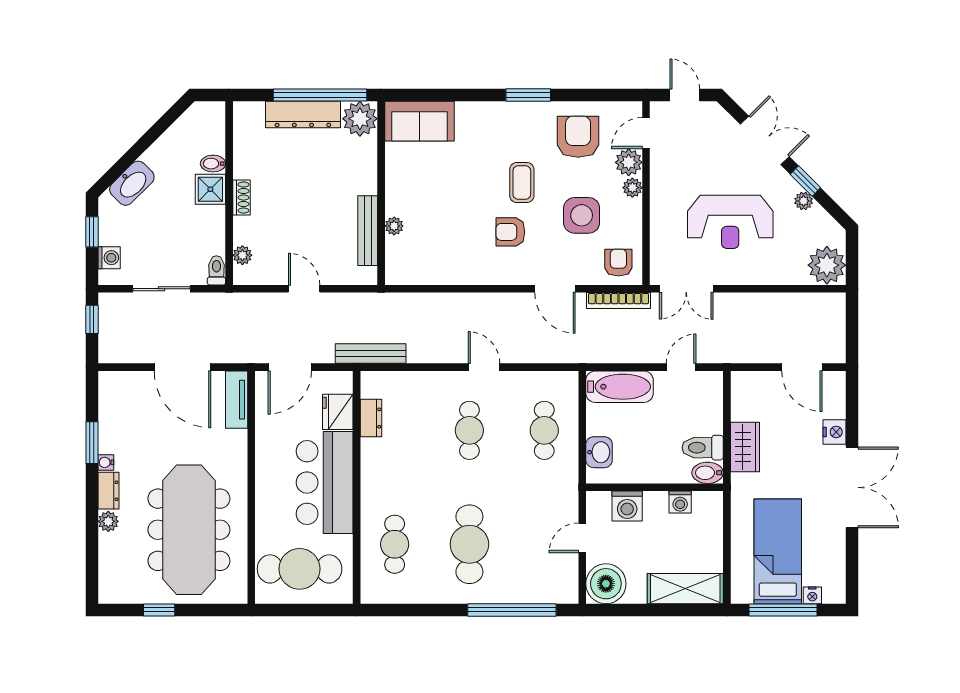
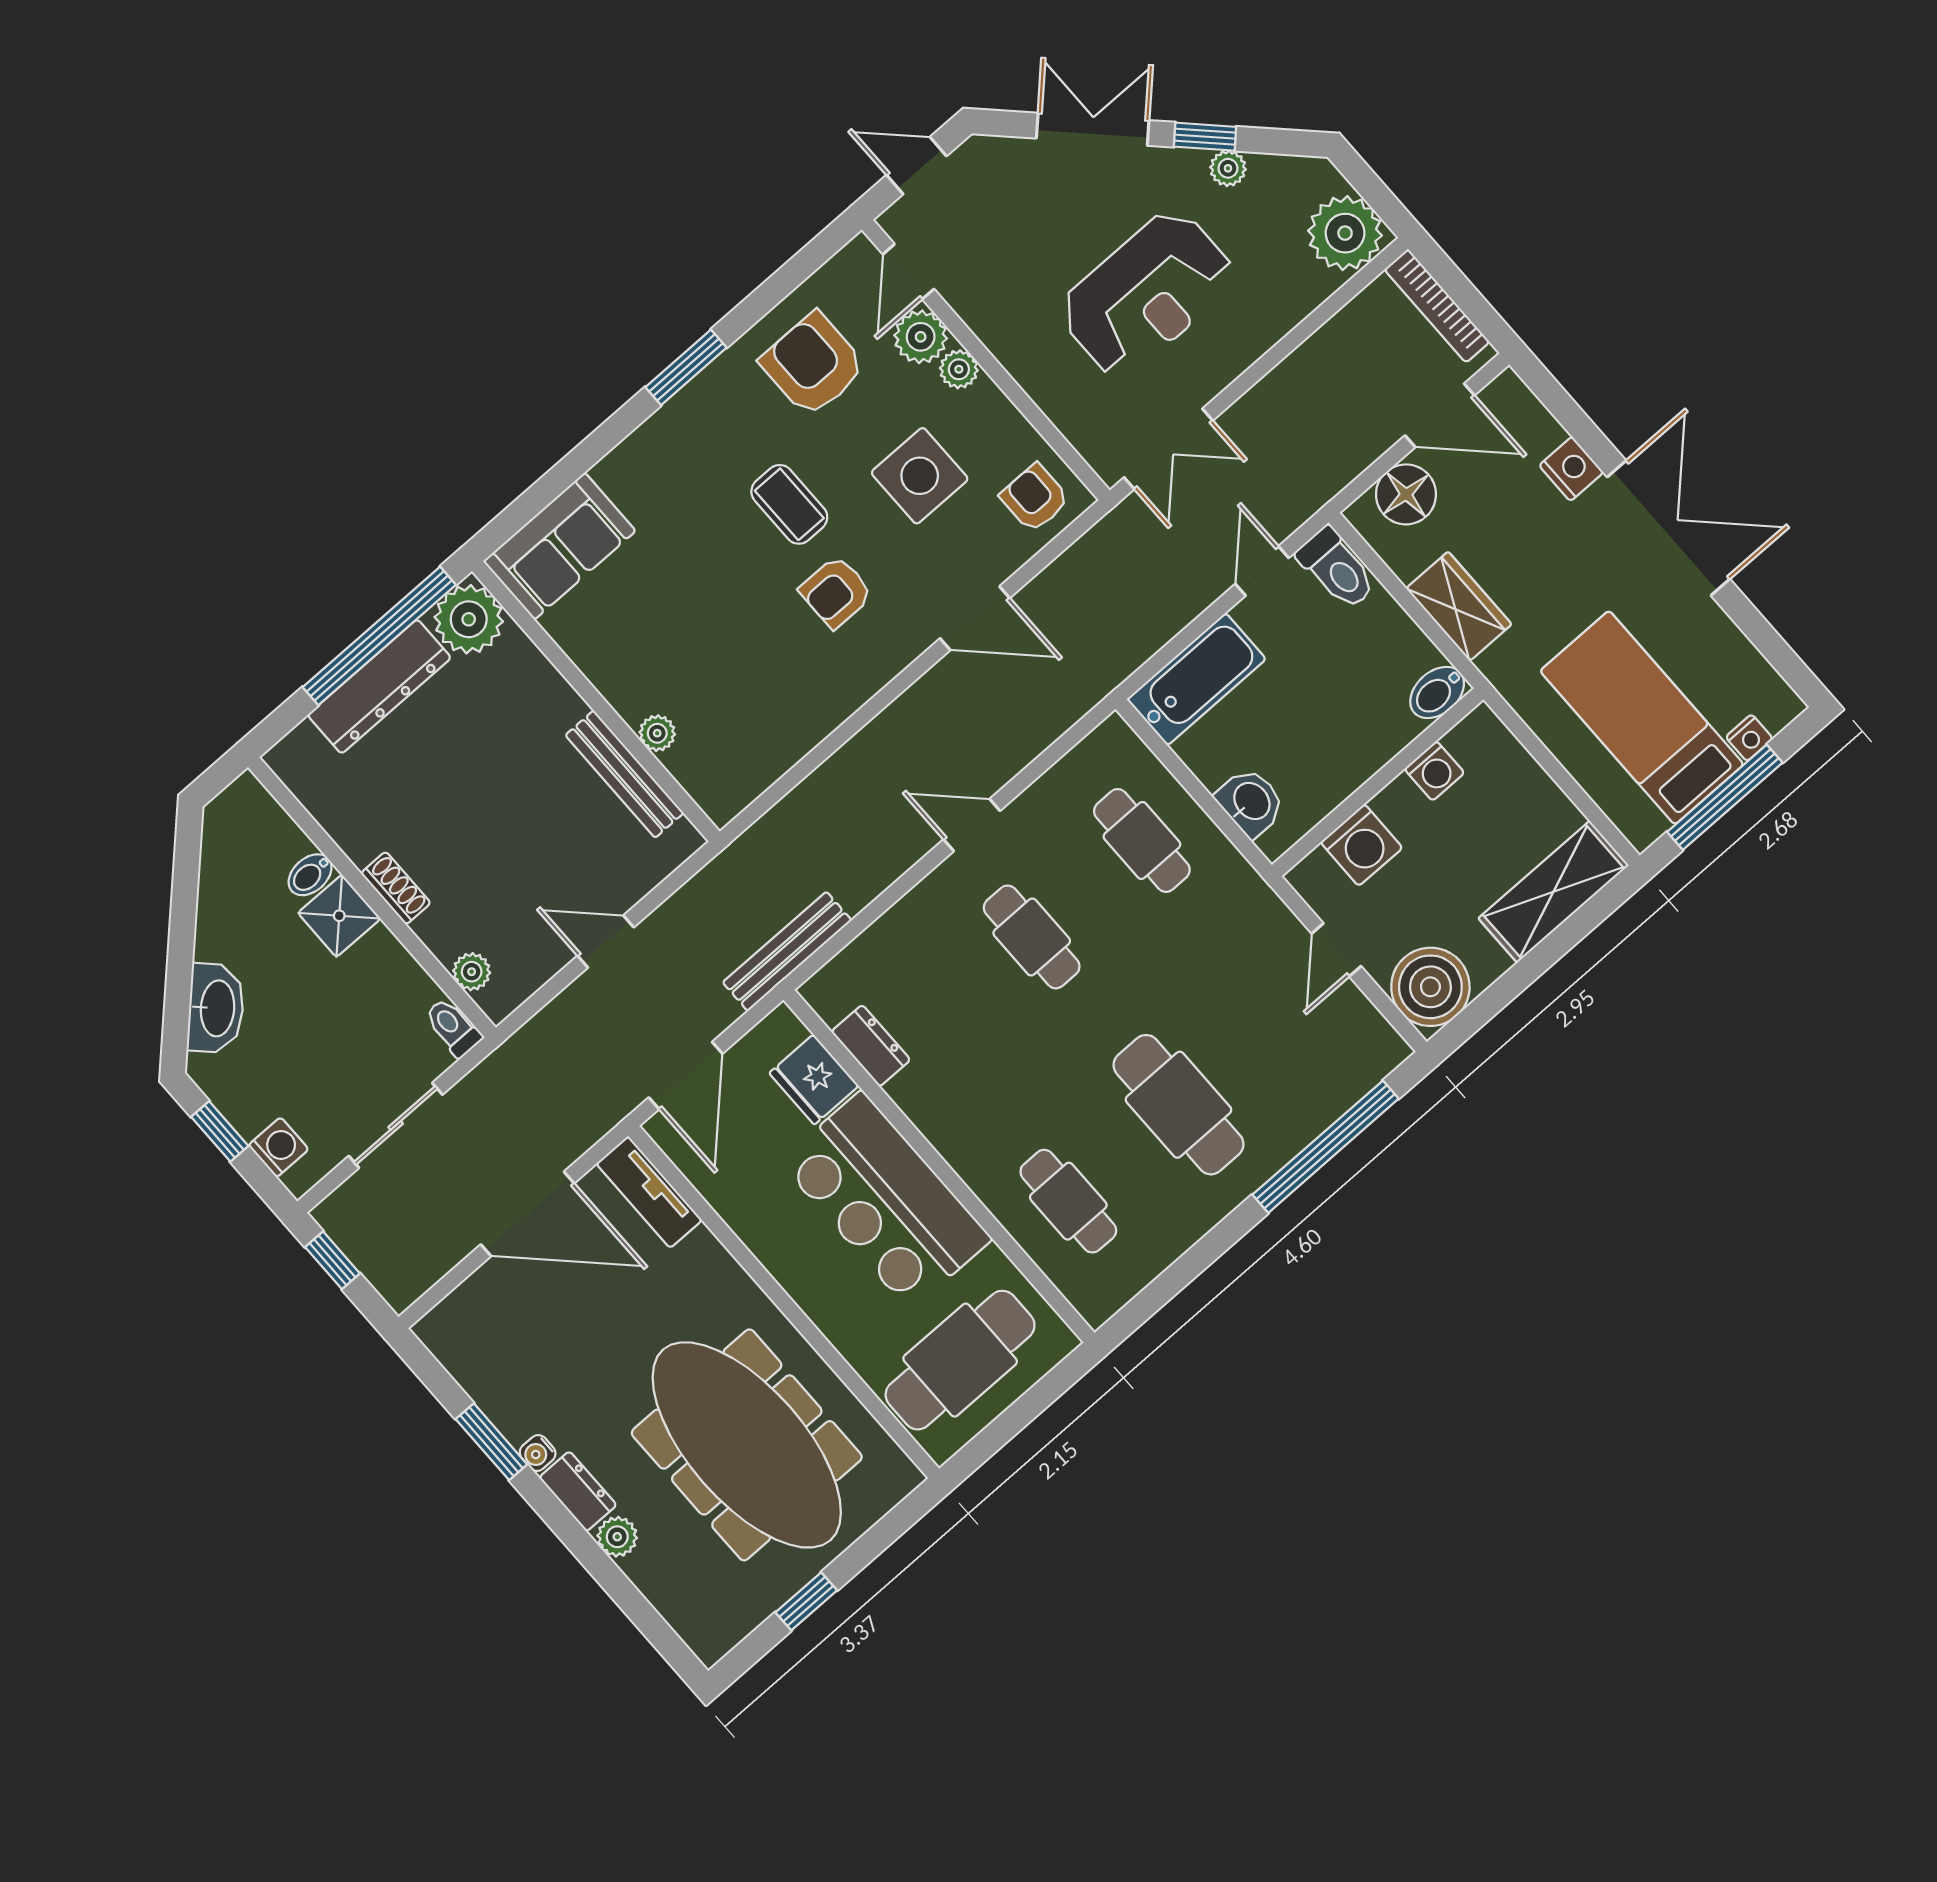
bookcase: (618, 301) -> (1437, 306), moved, turned 90
floor lamp: (762, 386) -> (1406, 494), added
toilet: (703, 448) -> (1337, 569), moved, turned -90

